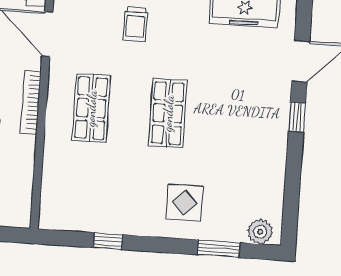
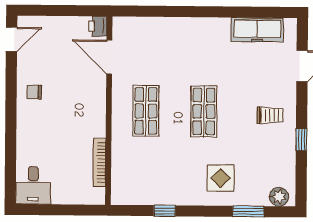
trolley: (135, 24) -> (270, 115), moved, turned -90
bookcase: (31, 102) -> (99, 162), moved
window: (297, 117) -> (301, 140), moved

